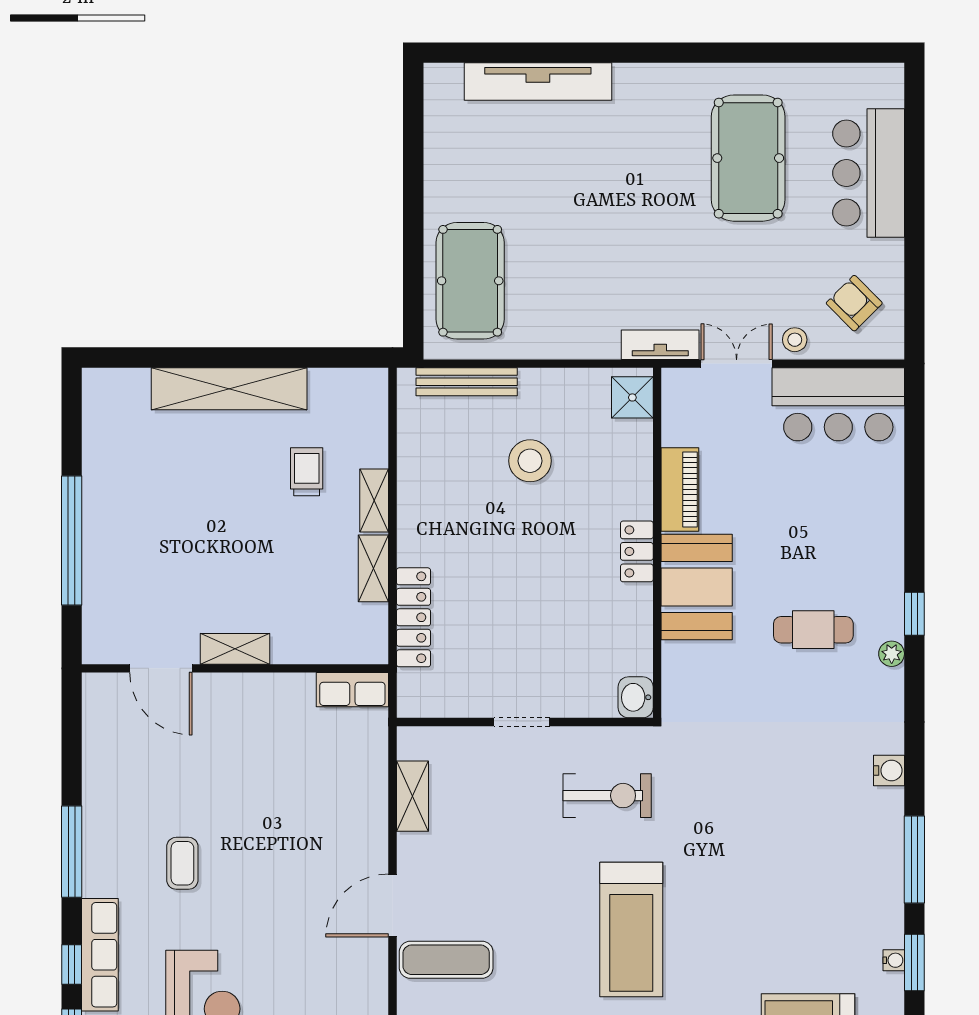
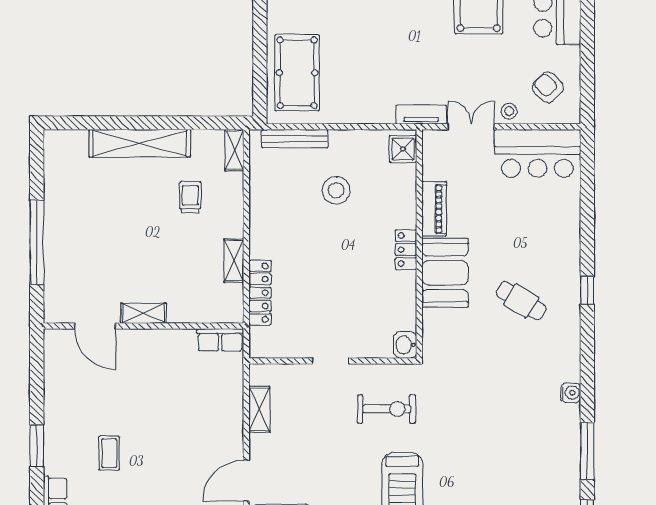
shelving: (374, 501) -> (234, 150), moved
cafe table: (813, 630) -> (521, 301), turned 32
plant: (892, 654) -> (572, 316), removed
window: (72, 852) -> (37, 446), width x0.69

